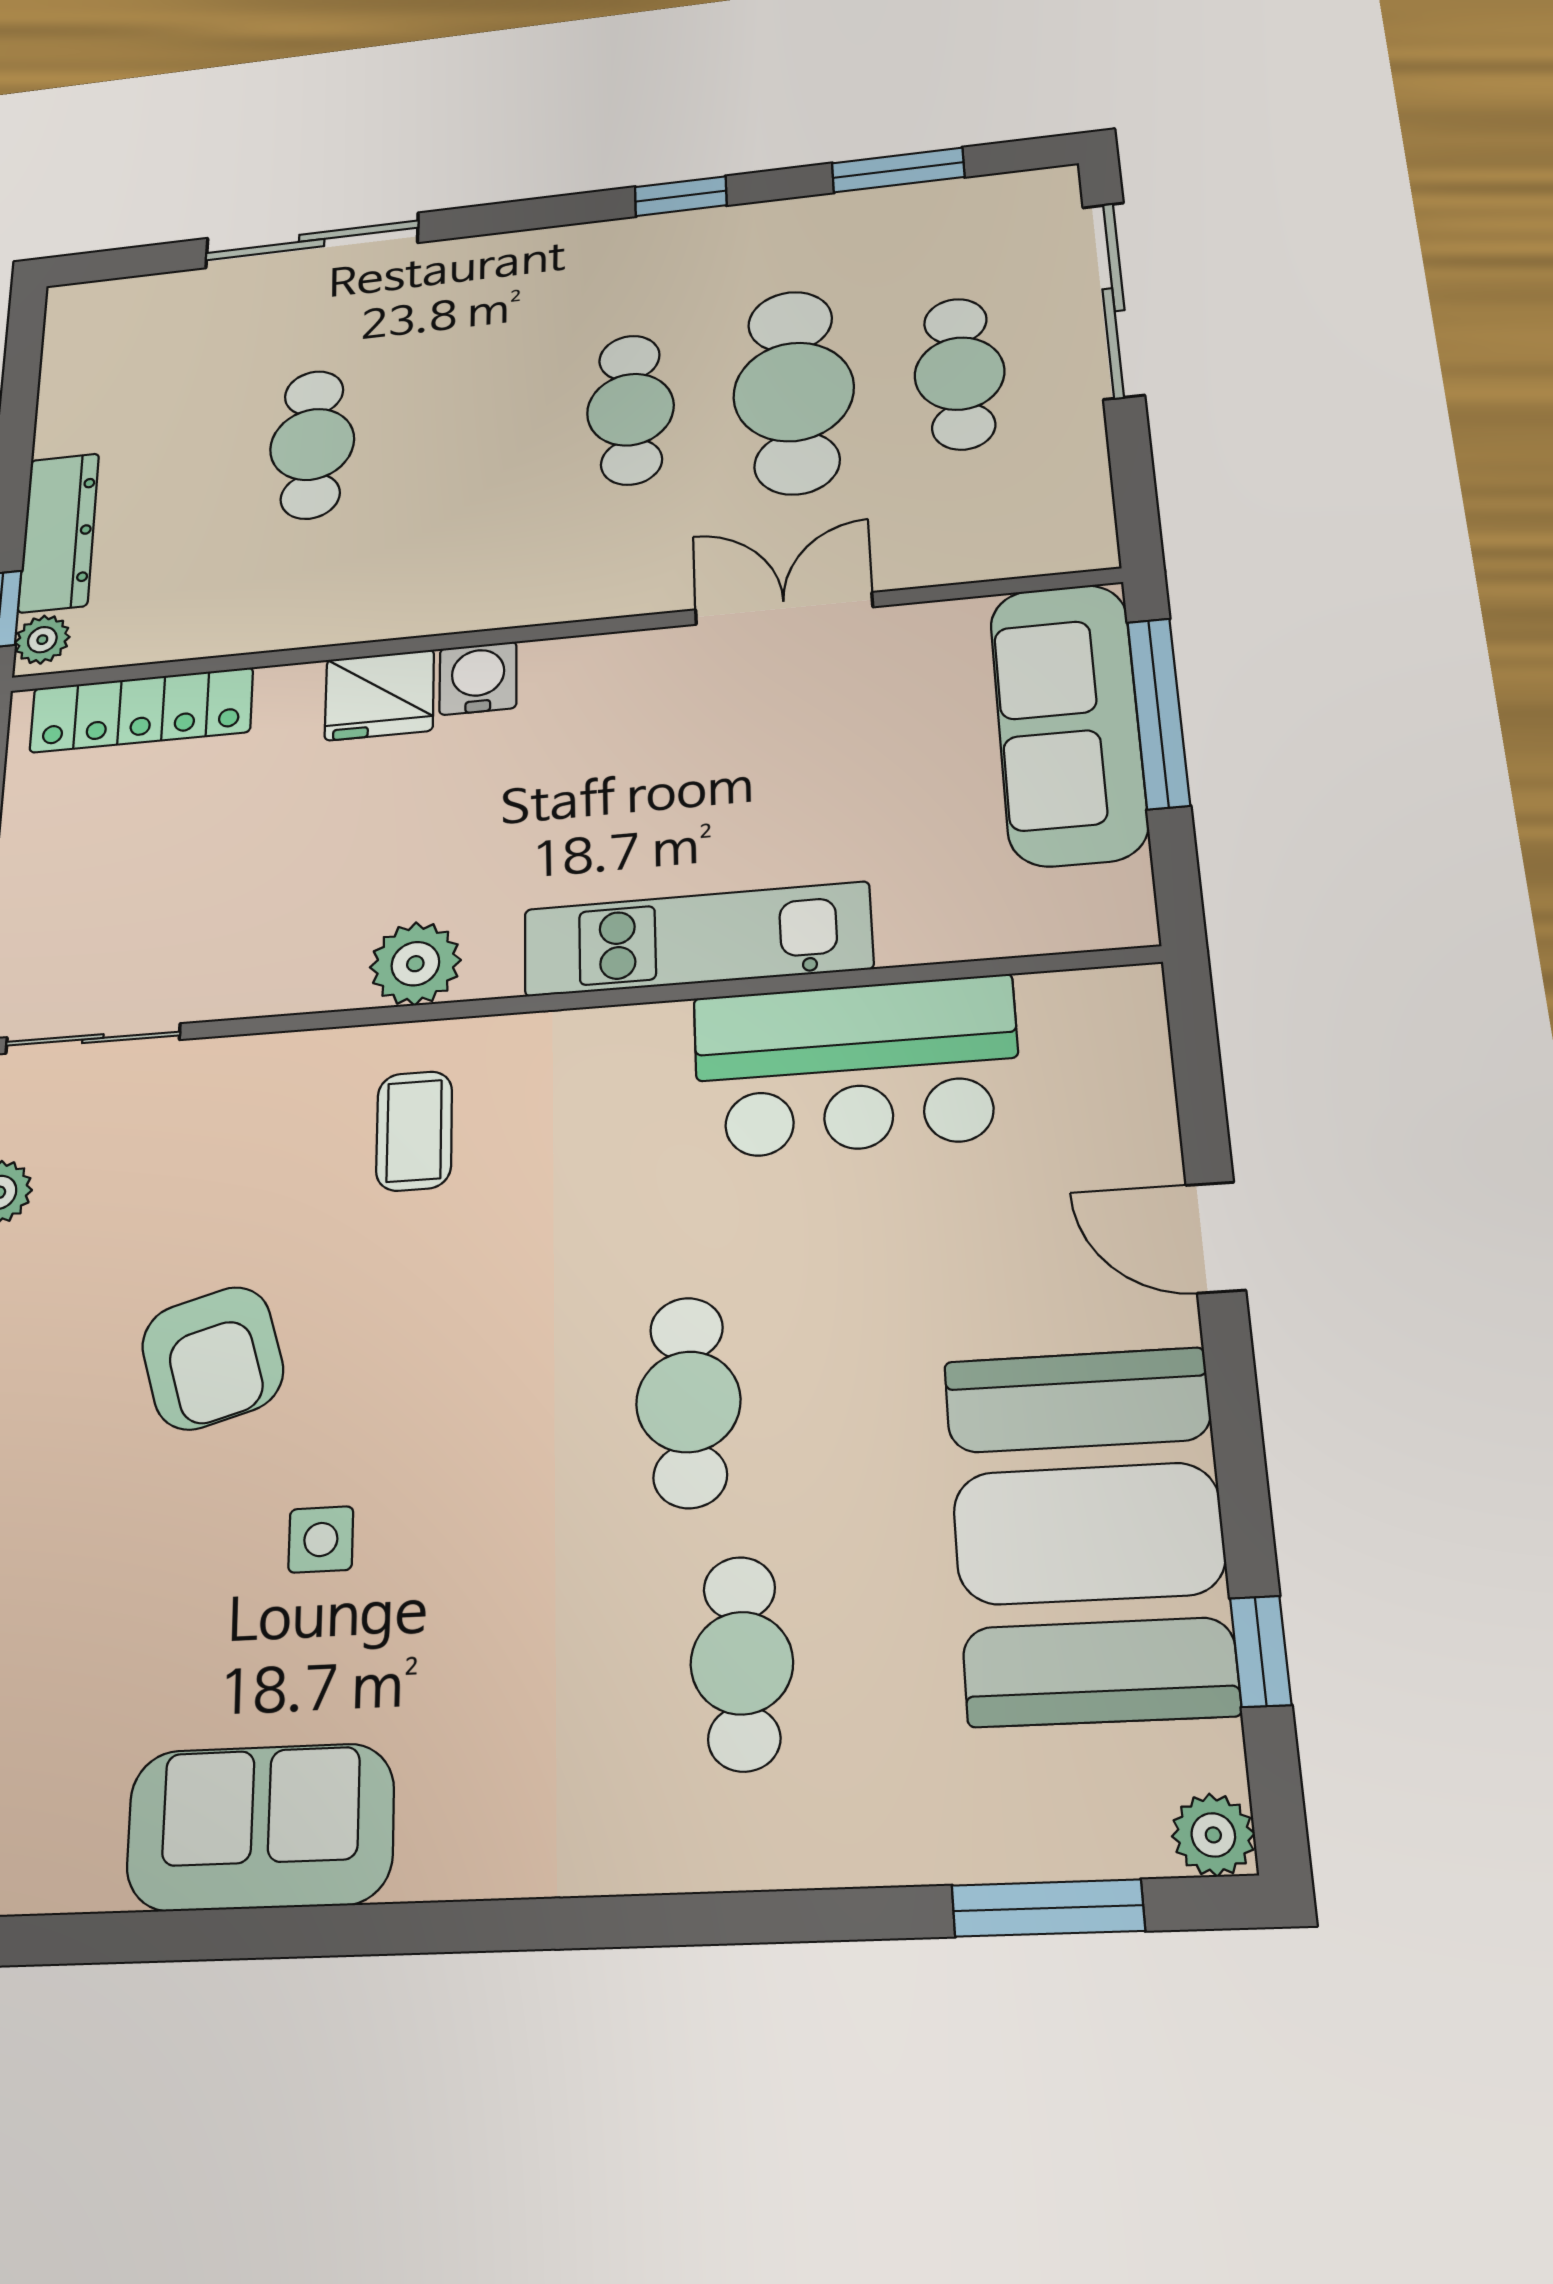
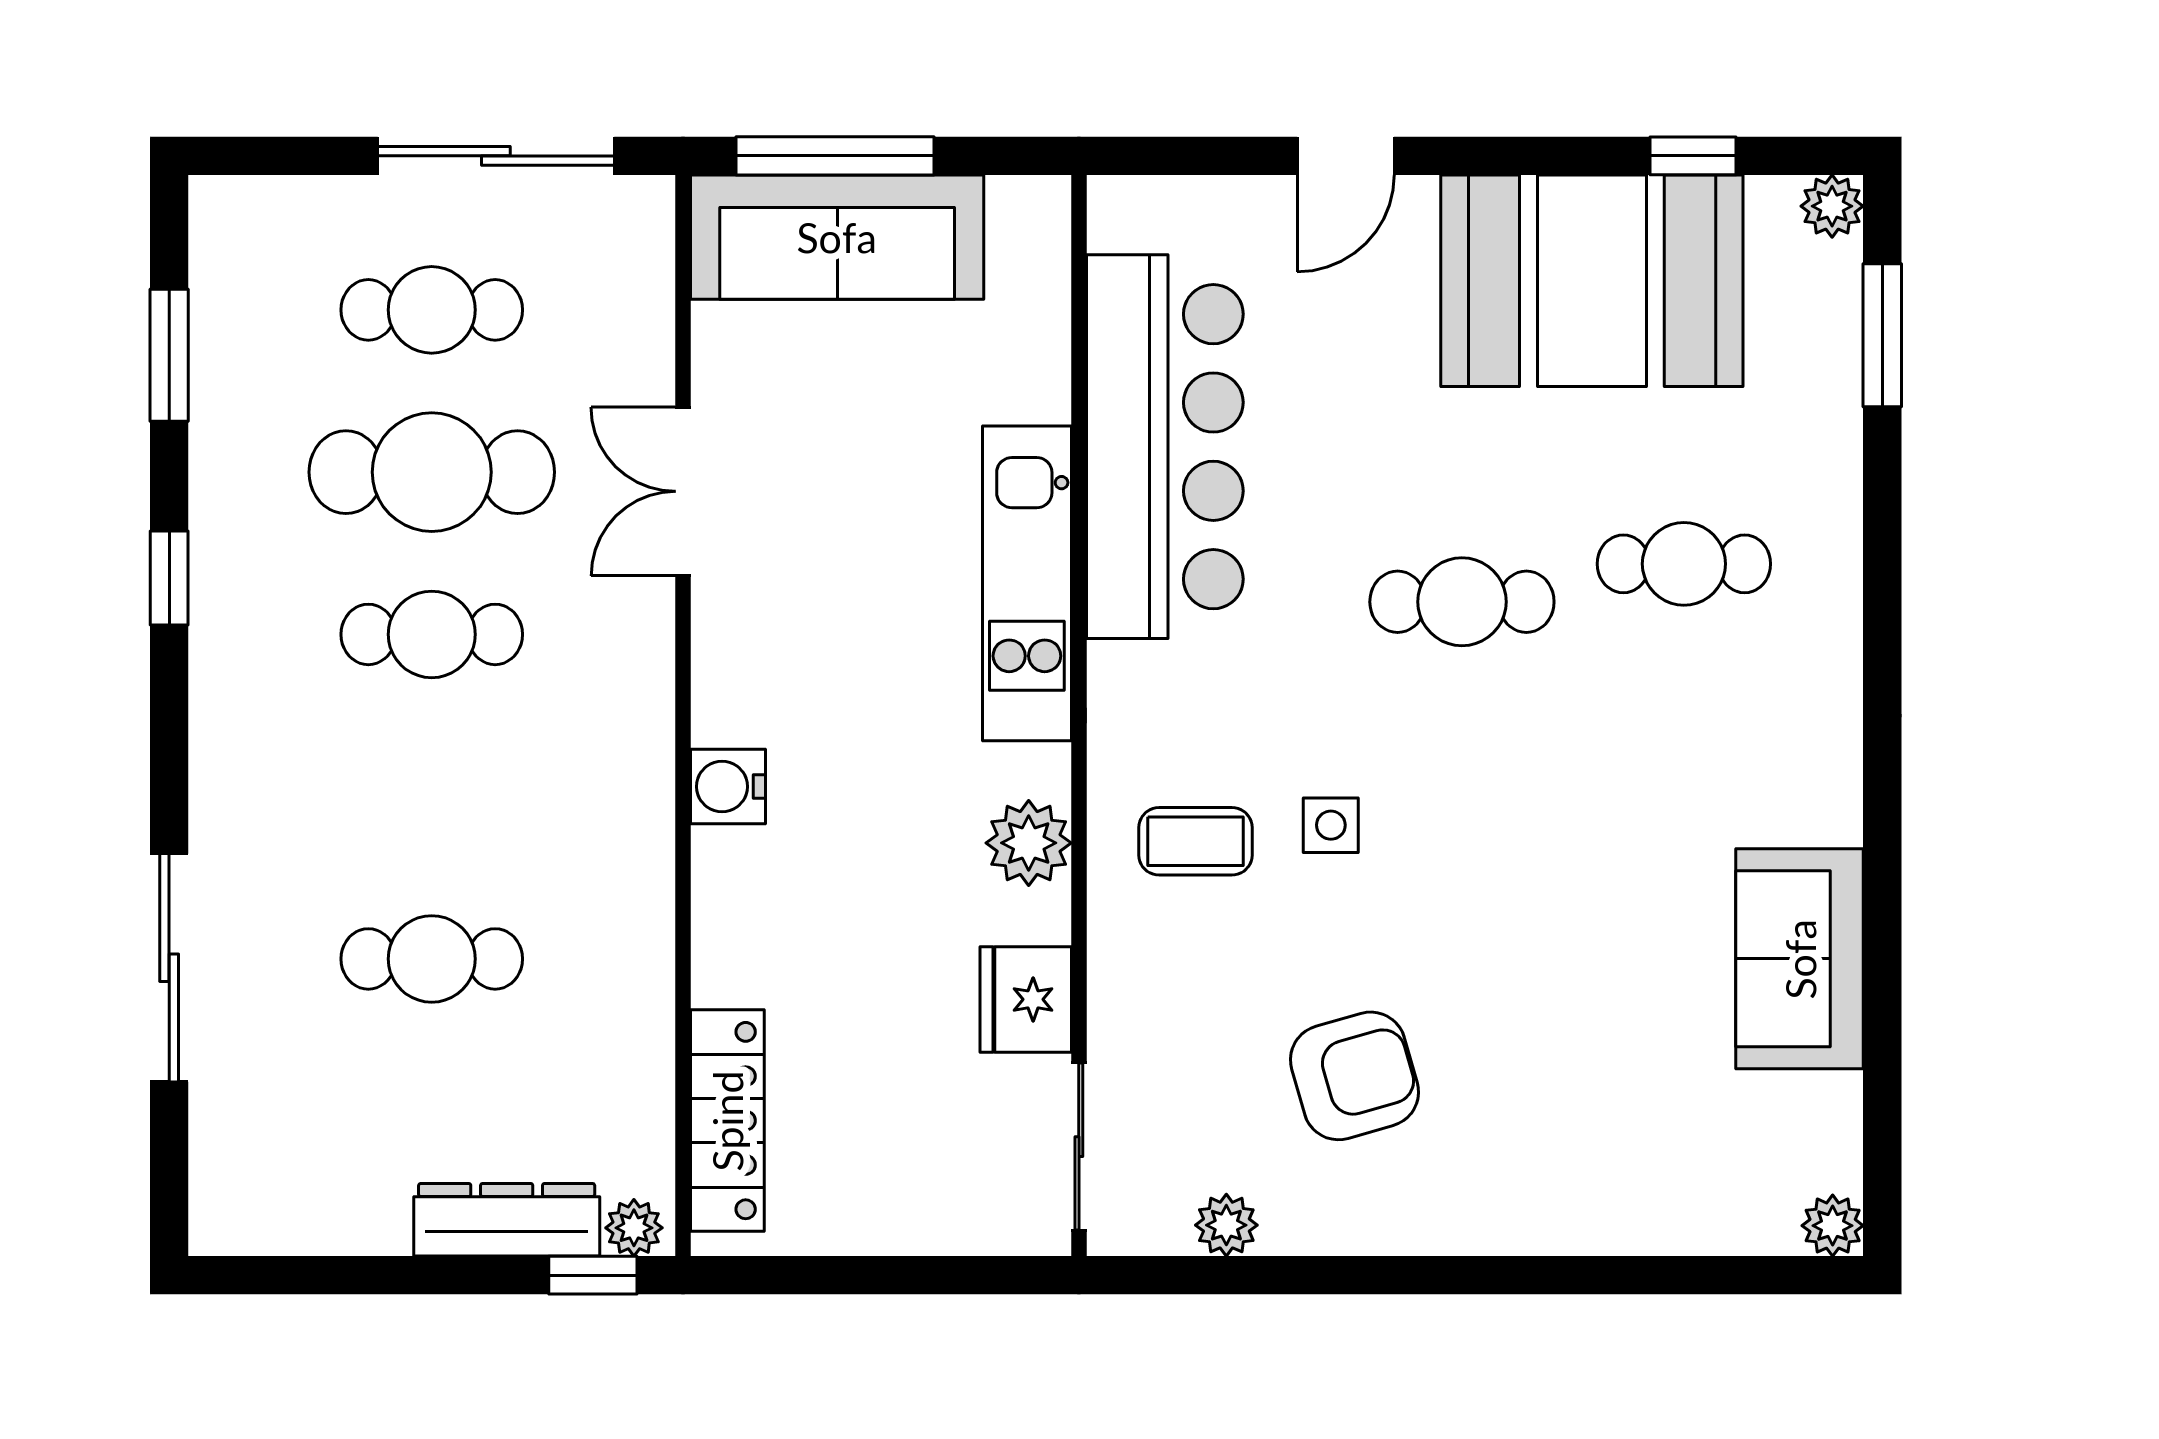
sliding door: (1113, 300) -> (496, 156), moved
fridge: (379, 695) -> (1026, 999), moved, turned 180
bar counter: (856, 1066) -> (1165, 447), width x1.36
armchair: (213, 1358) -> (1355, 1076), moved
side table: (321, 1539) -> (1331, 825), moved

